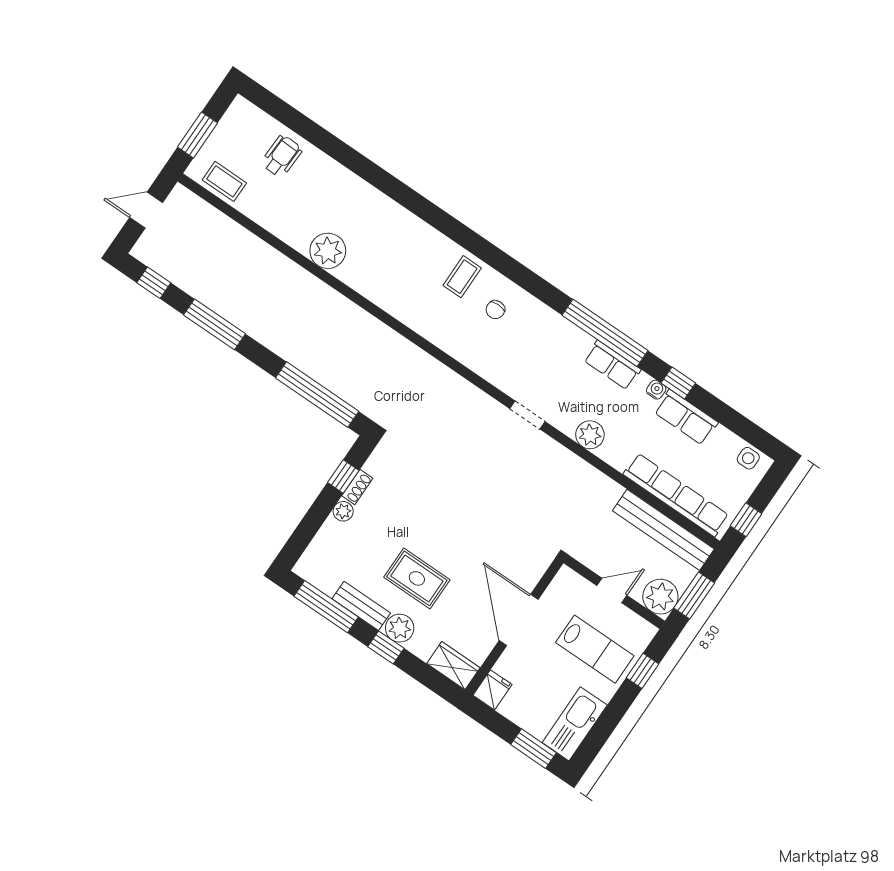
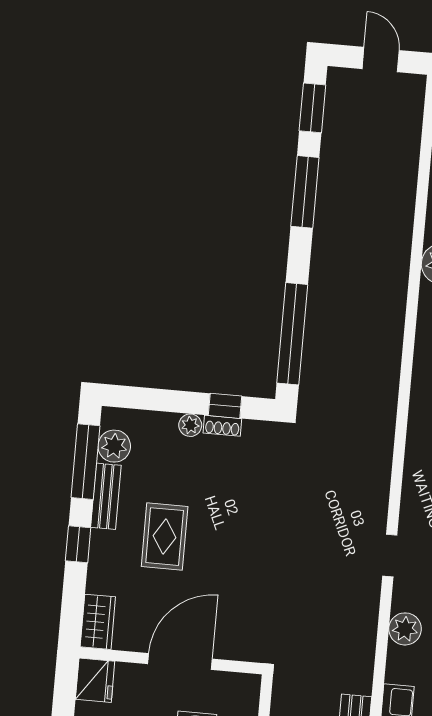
window: (154, 283) -> (312, 108), width x1.50
plant: (400, 628) -> (114, 446), moved
fridge: (492, 690) -> (95, 680), width x1.38

